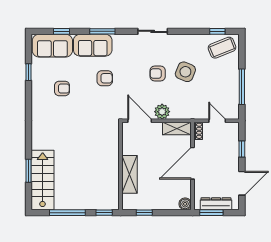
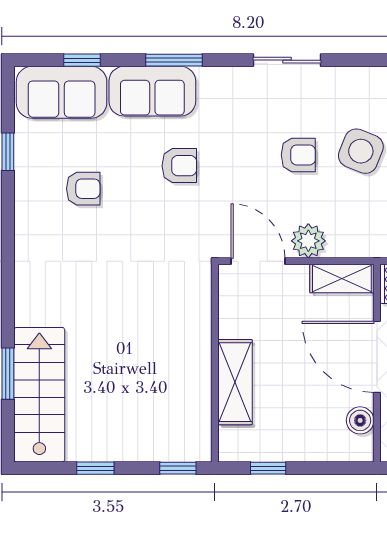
armchair: (158, 74) -> (298, 155), turned 180
door: (193, 163) -> (377, 357), hinge flipped
boiler: (185, 204) -> (360, 420), moved
window: (67, 213) -> (95, 468), width x0.46

